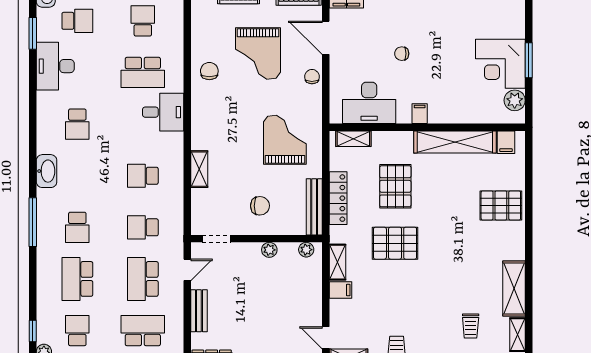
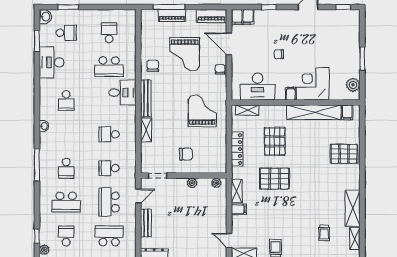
corner desk: (500, 64) -> (313, 84), moved, turned 90
washbasin: (47, 171) -> (44, 126), width x0.52, depth x0.69
bench: (314, 207) -> (146, 98), moved
school desk: (77, 279) -> (66, 202), turned -90

